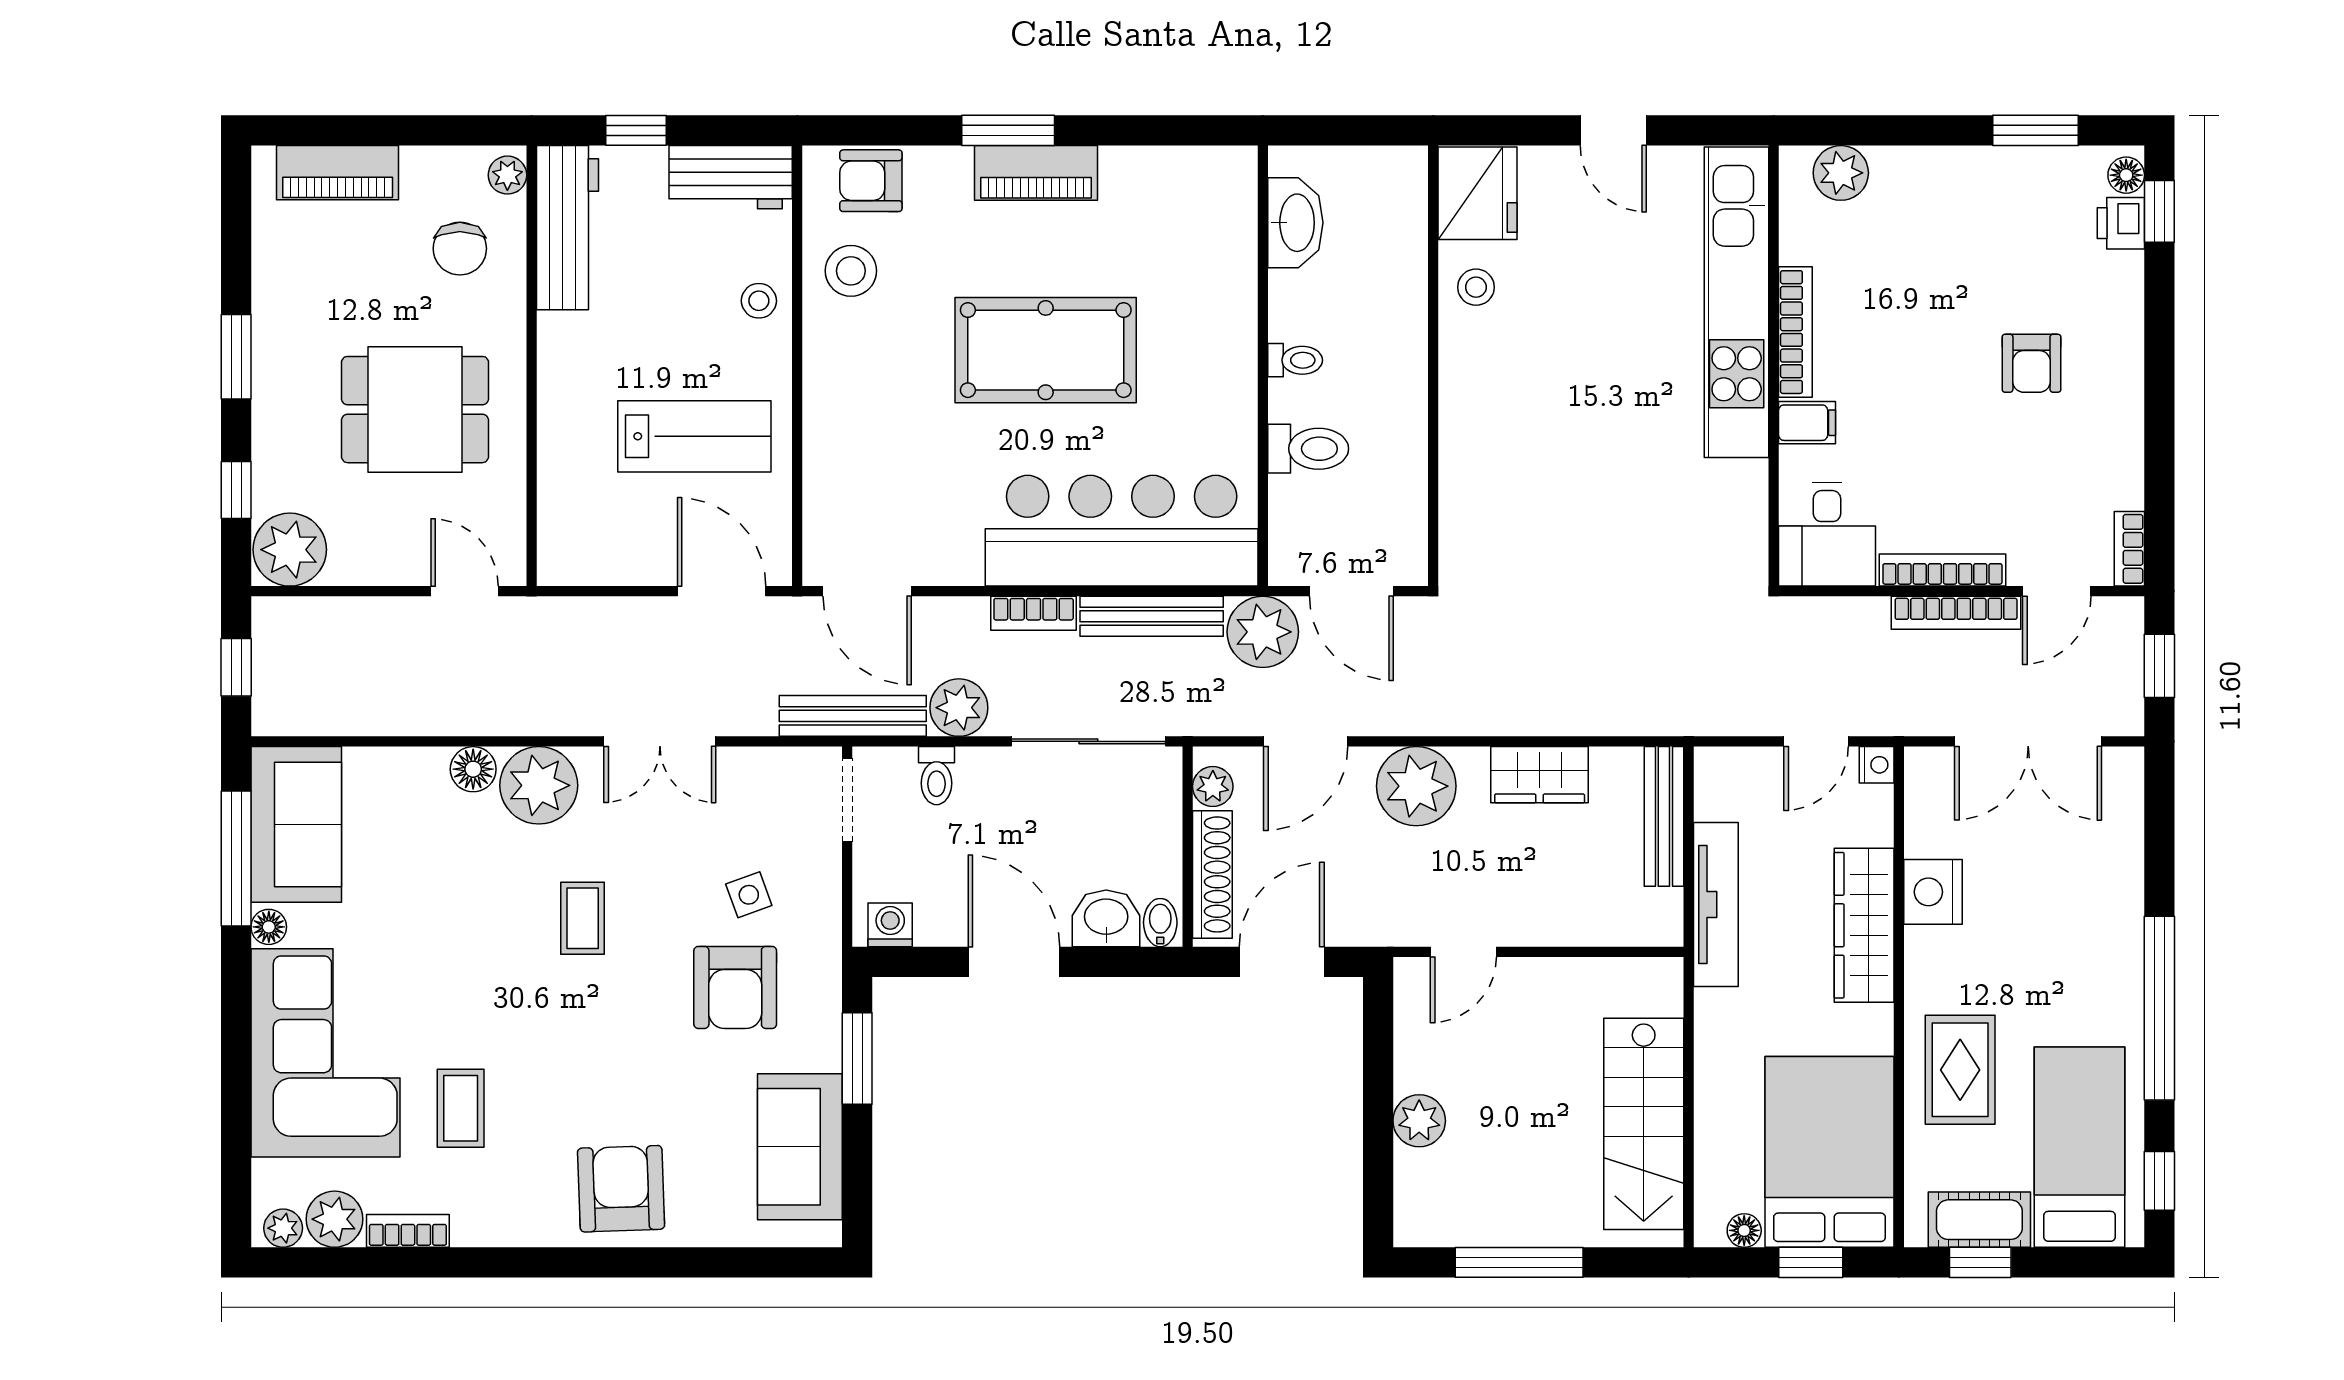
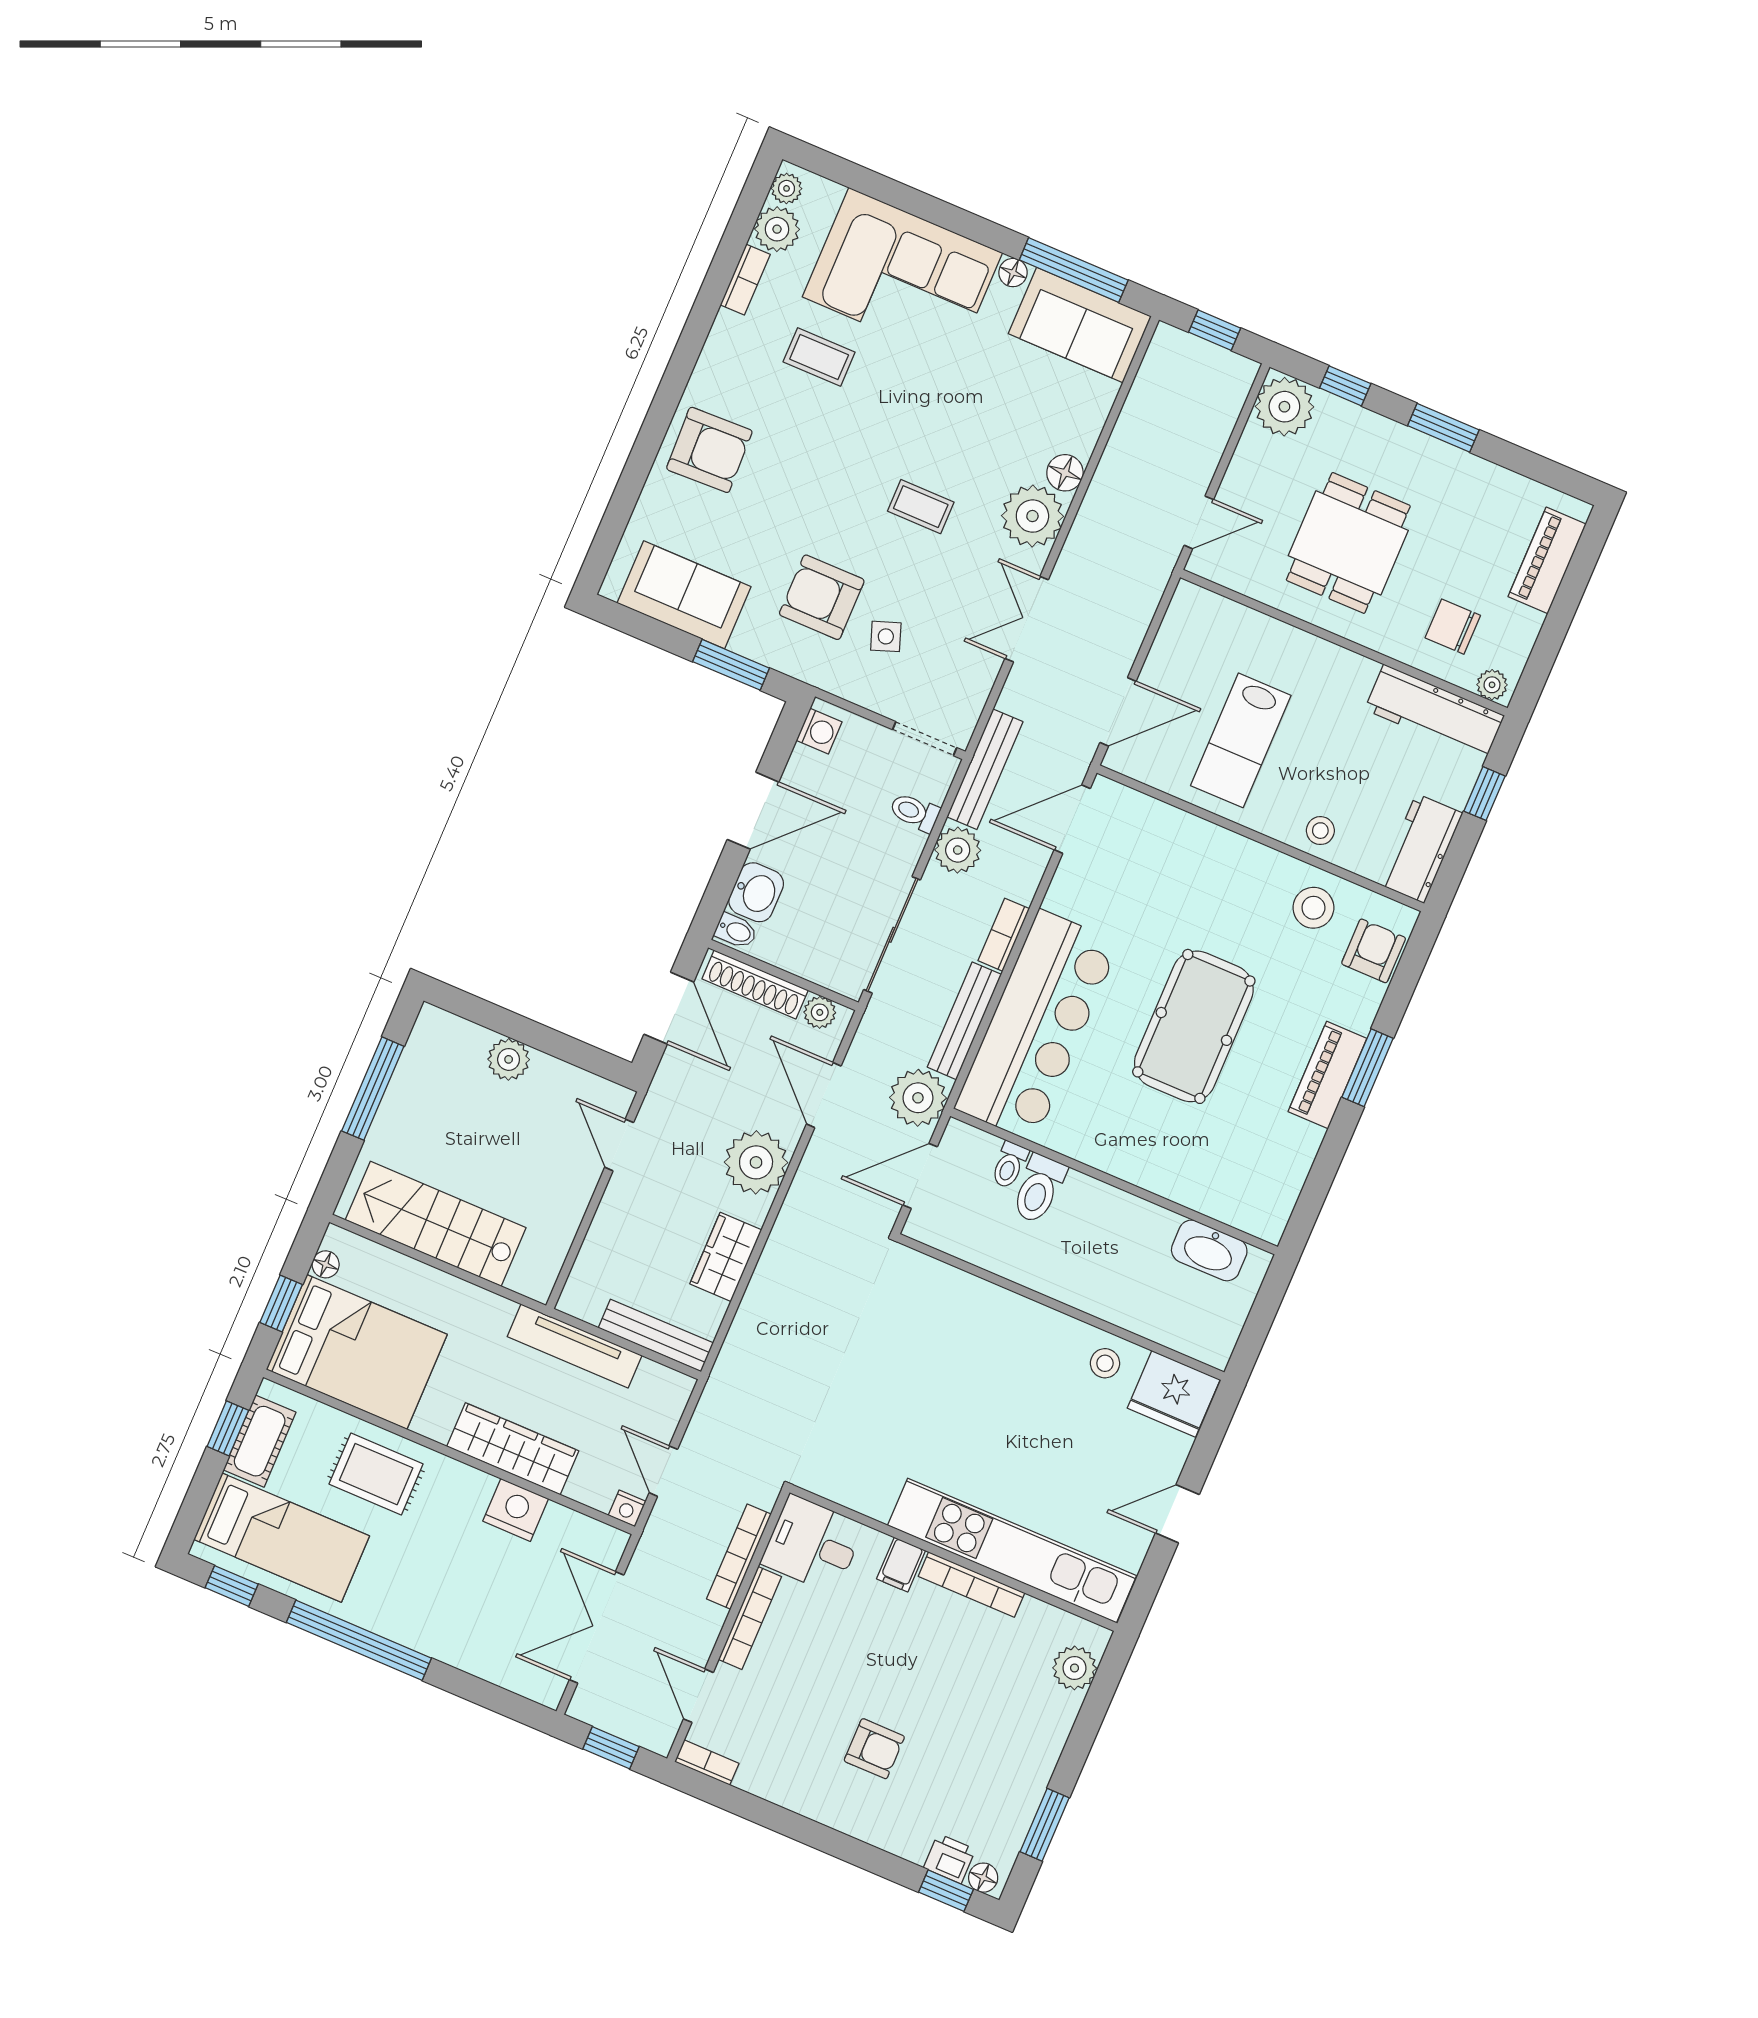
toilet: (1295, 360) -> (1009, 1165), moved
armchair: (2031, 363) -> (874, 1749), turned 180
bookcase: (1956, 613) -> (739, 1557), moved

